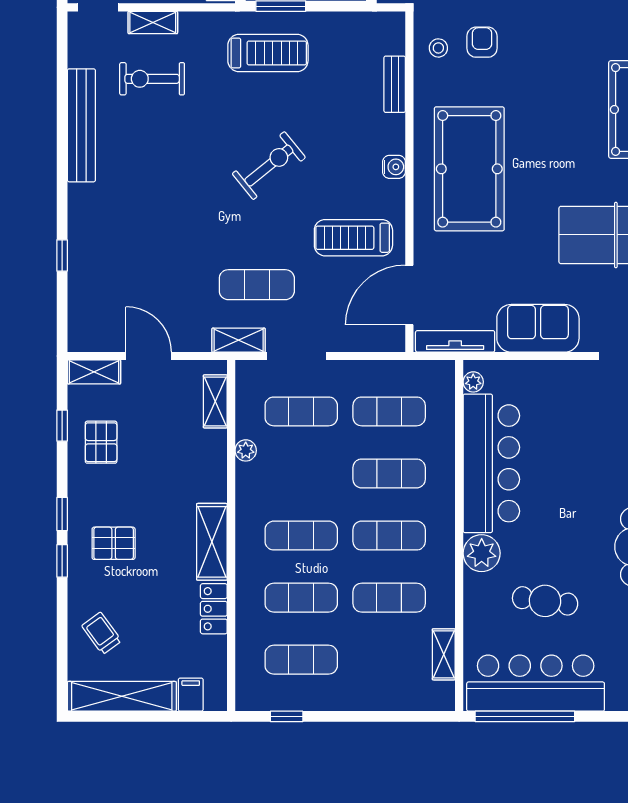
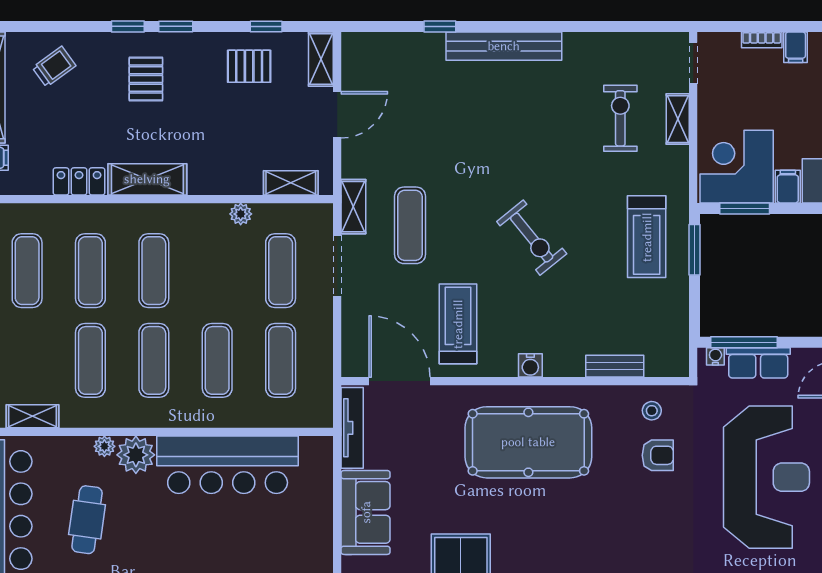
bench: (81, 125) -> (504, 46), moved
plant: (473, 382) -> (104, 446), moved

